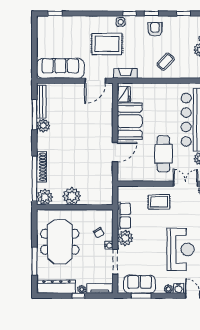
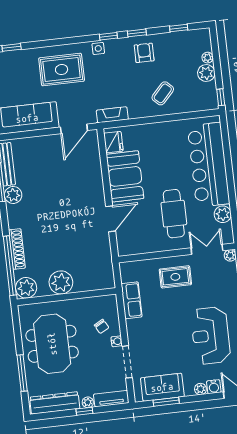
rug: (107, 44) -> (62, 70), moved
plant: (125, 238) -> (137, 329), removed
reception desk: (181, 249) -> (211, 336), turned 180

